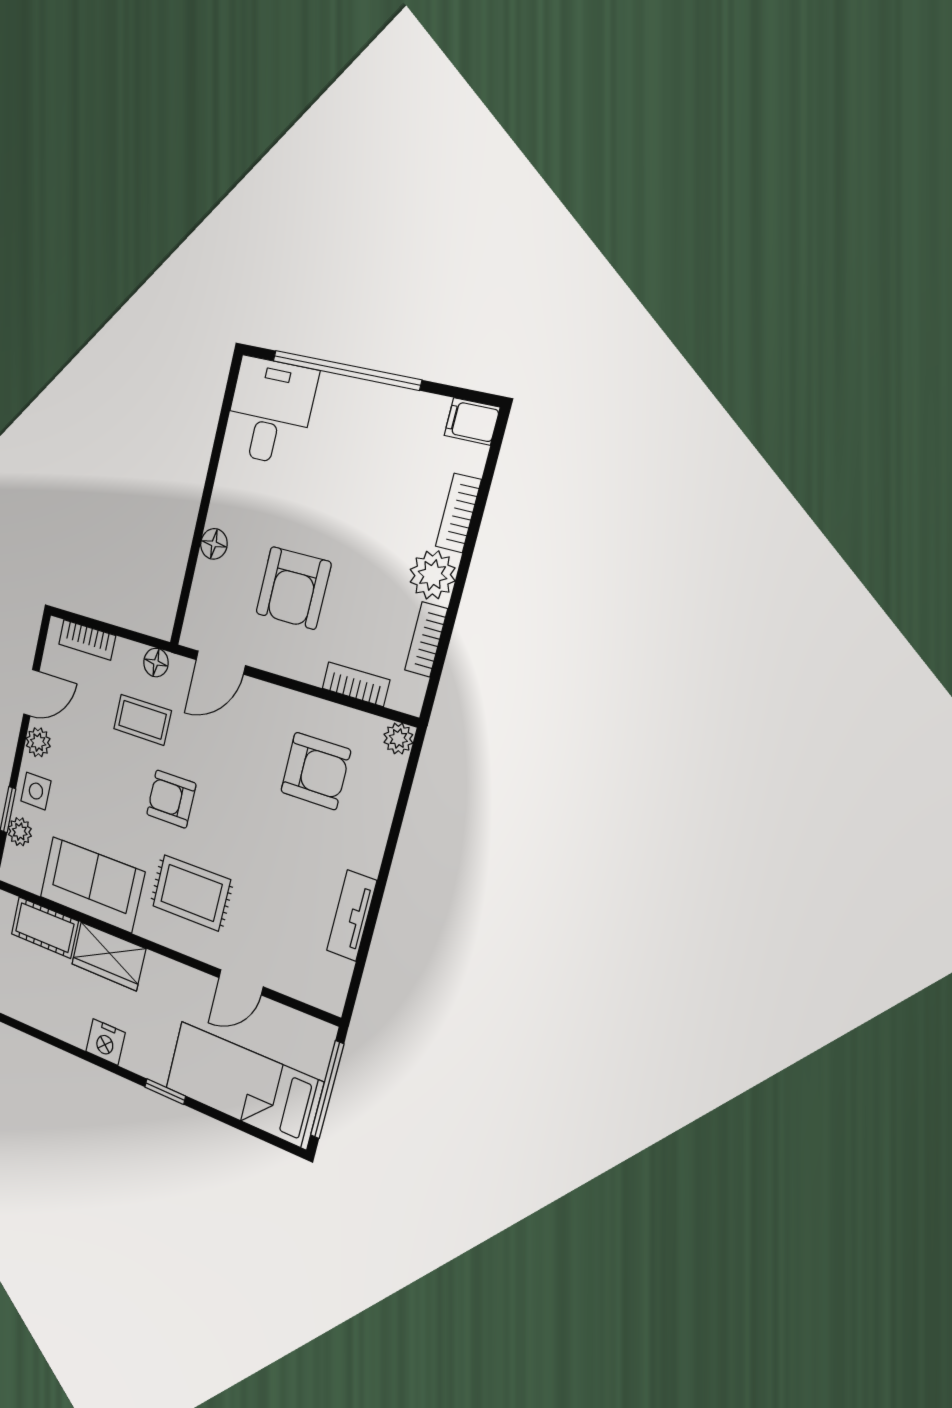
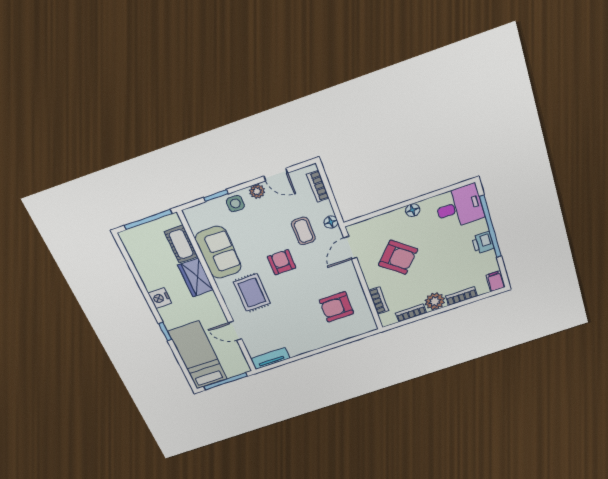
printer: (370, 403) -> (483, 243), added
floor lamp: (214, 544) -> (413, 210), moved
armchair: (293, 588) -> (398, 257), turned -139
door: (221, 663) -> (350, 248), hinge flipped
plant: (398, 739) -> (370, 326), removed
armchair: (316, 771) -> (336, 307), turned 90
plant: (20, 832) -> (211, 207), removed
tv unit: (352, 916) -> (270, 358), moved

